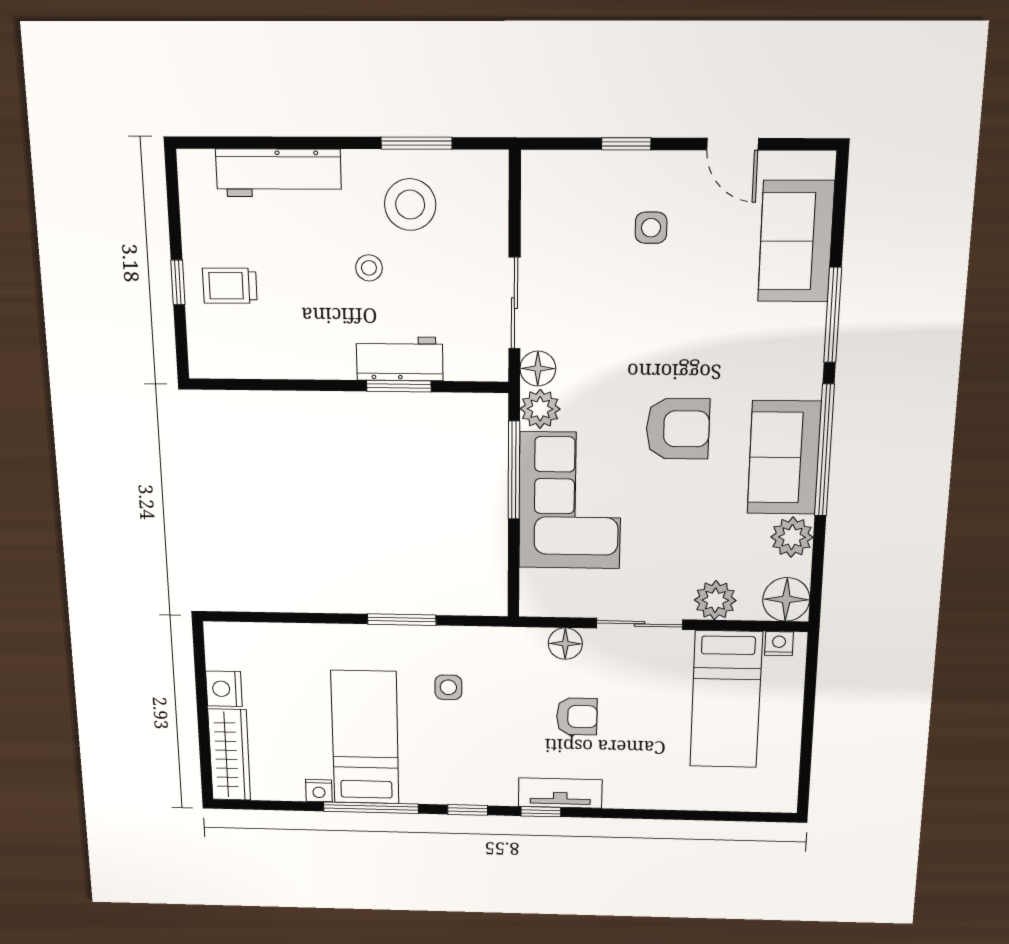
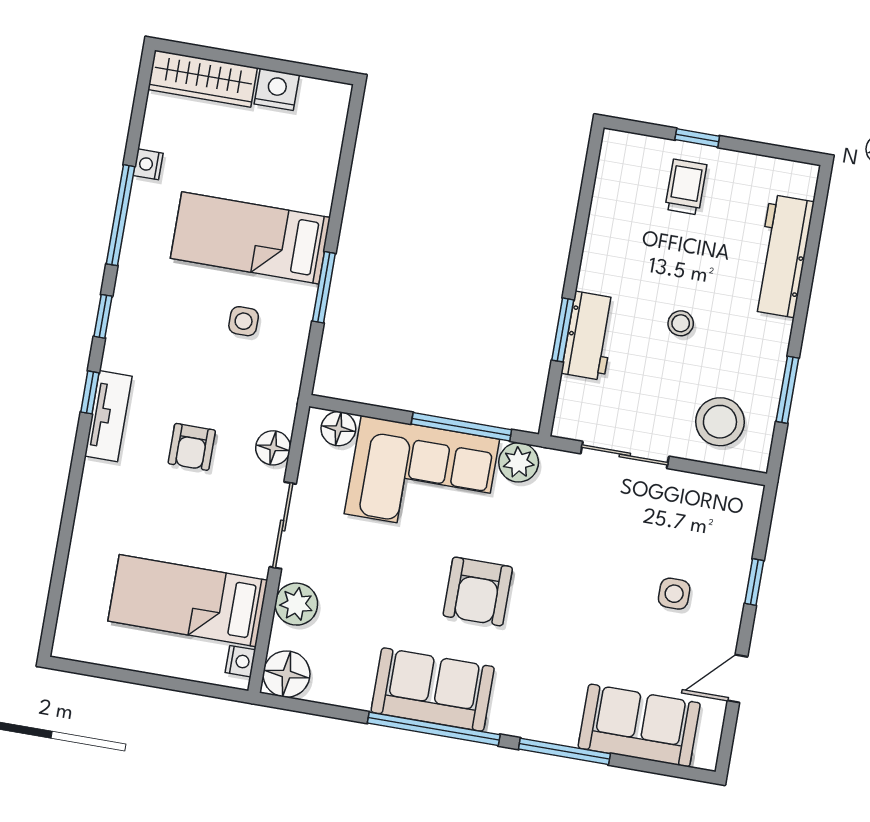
stool: (410, 205) -> (720, 422), moved
floor lamp: (538, 369) -> (338, 429), moved
plant: (792, 537) -> (351, 687), removed
bed: (365, 737) -> (250, 238), moved, turned 180

